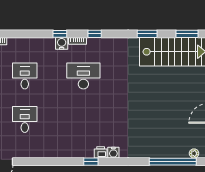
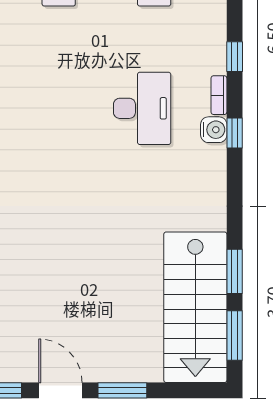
window: (147, 34) -> (235, 271), moved
water cooler: (62, 43) -> (214, 130), moved

